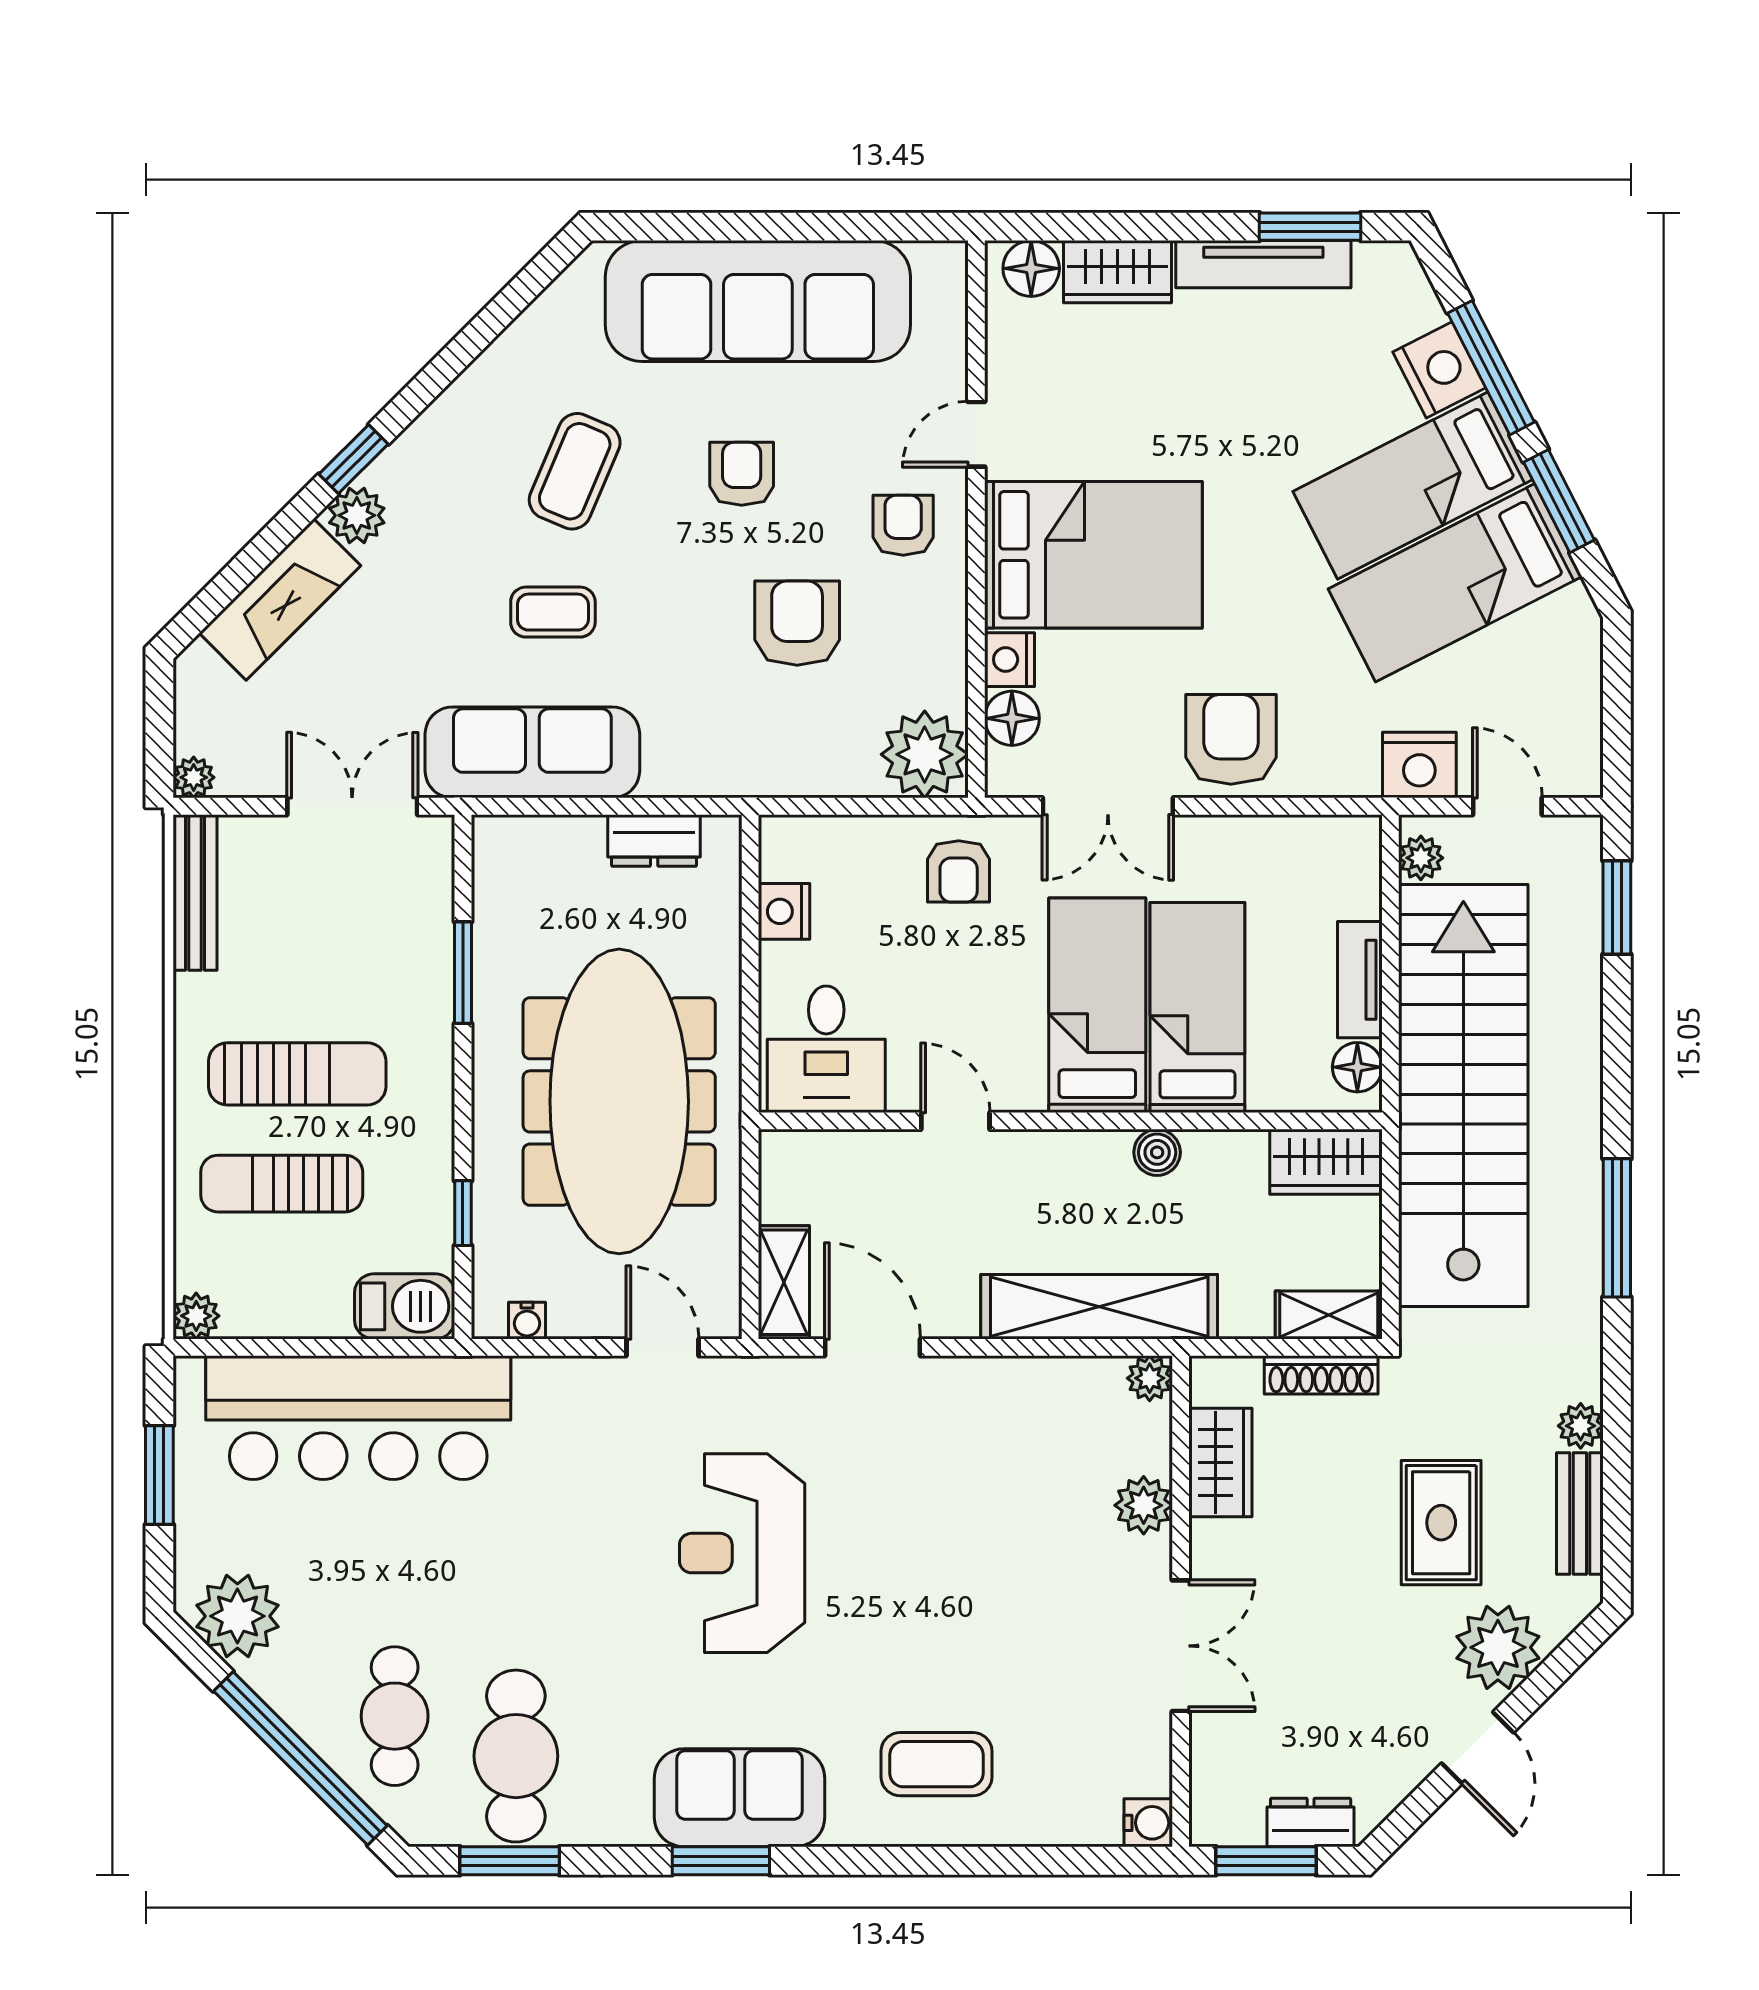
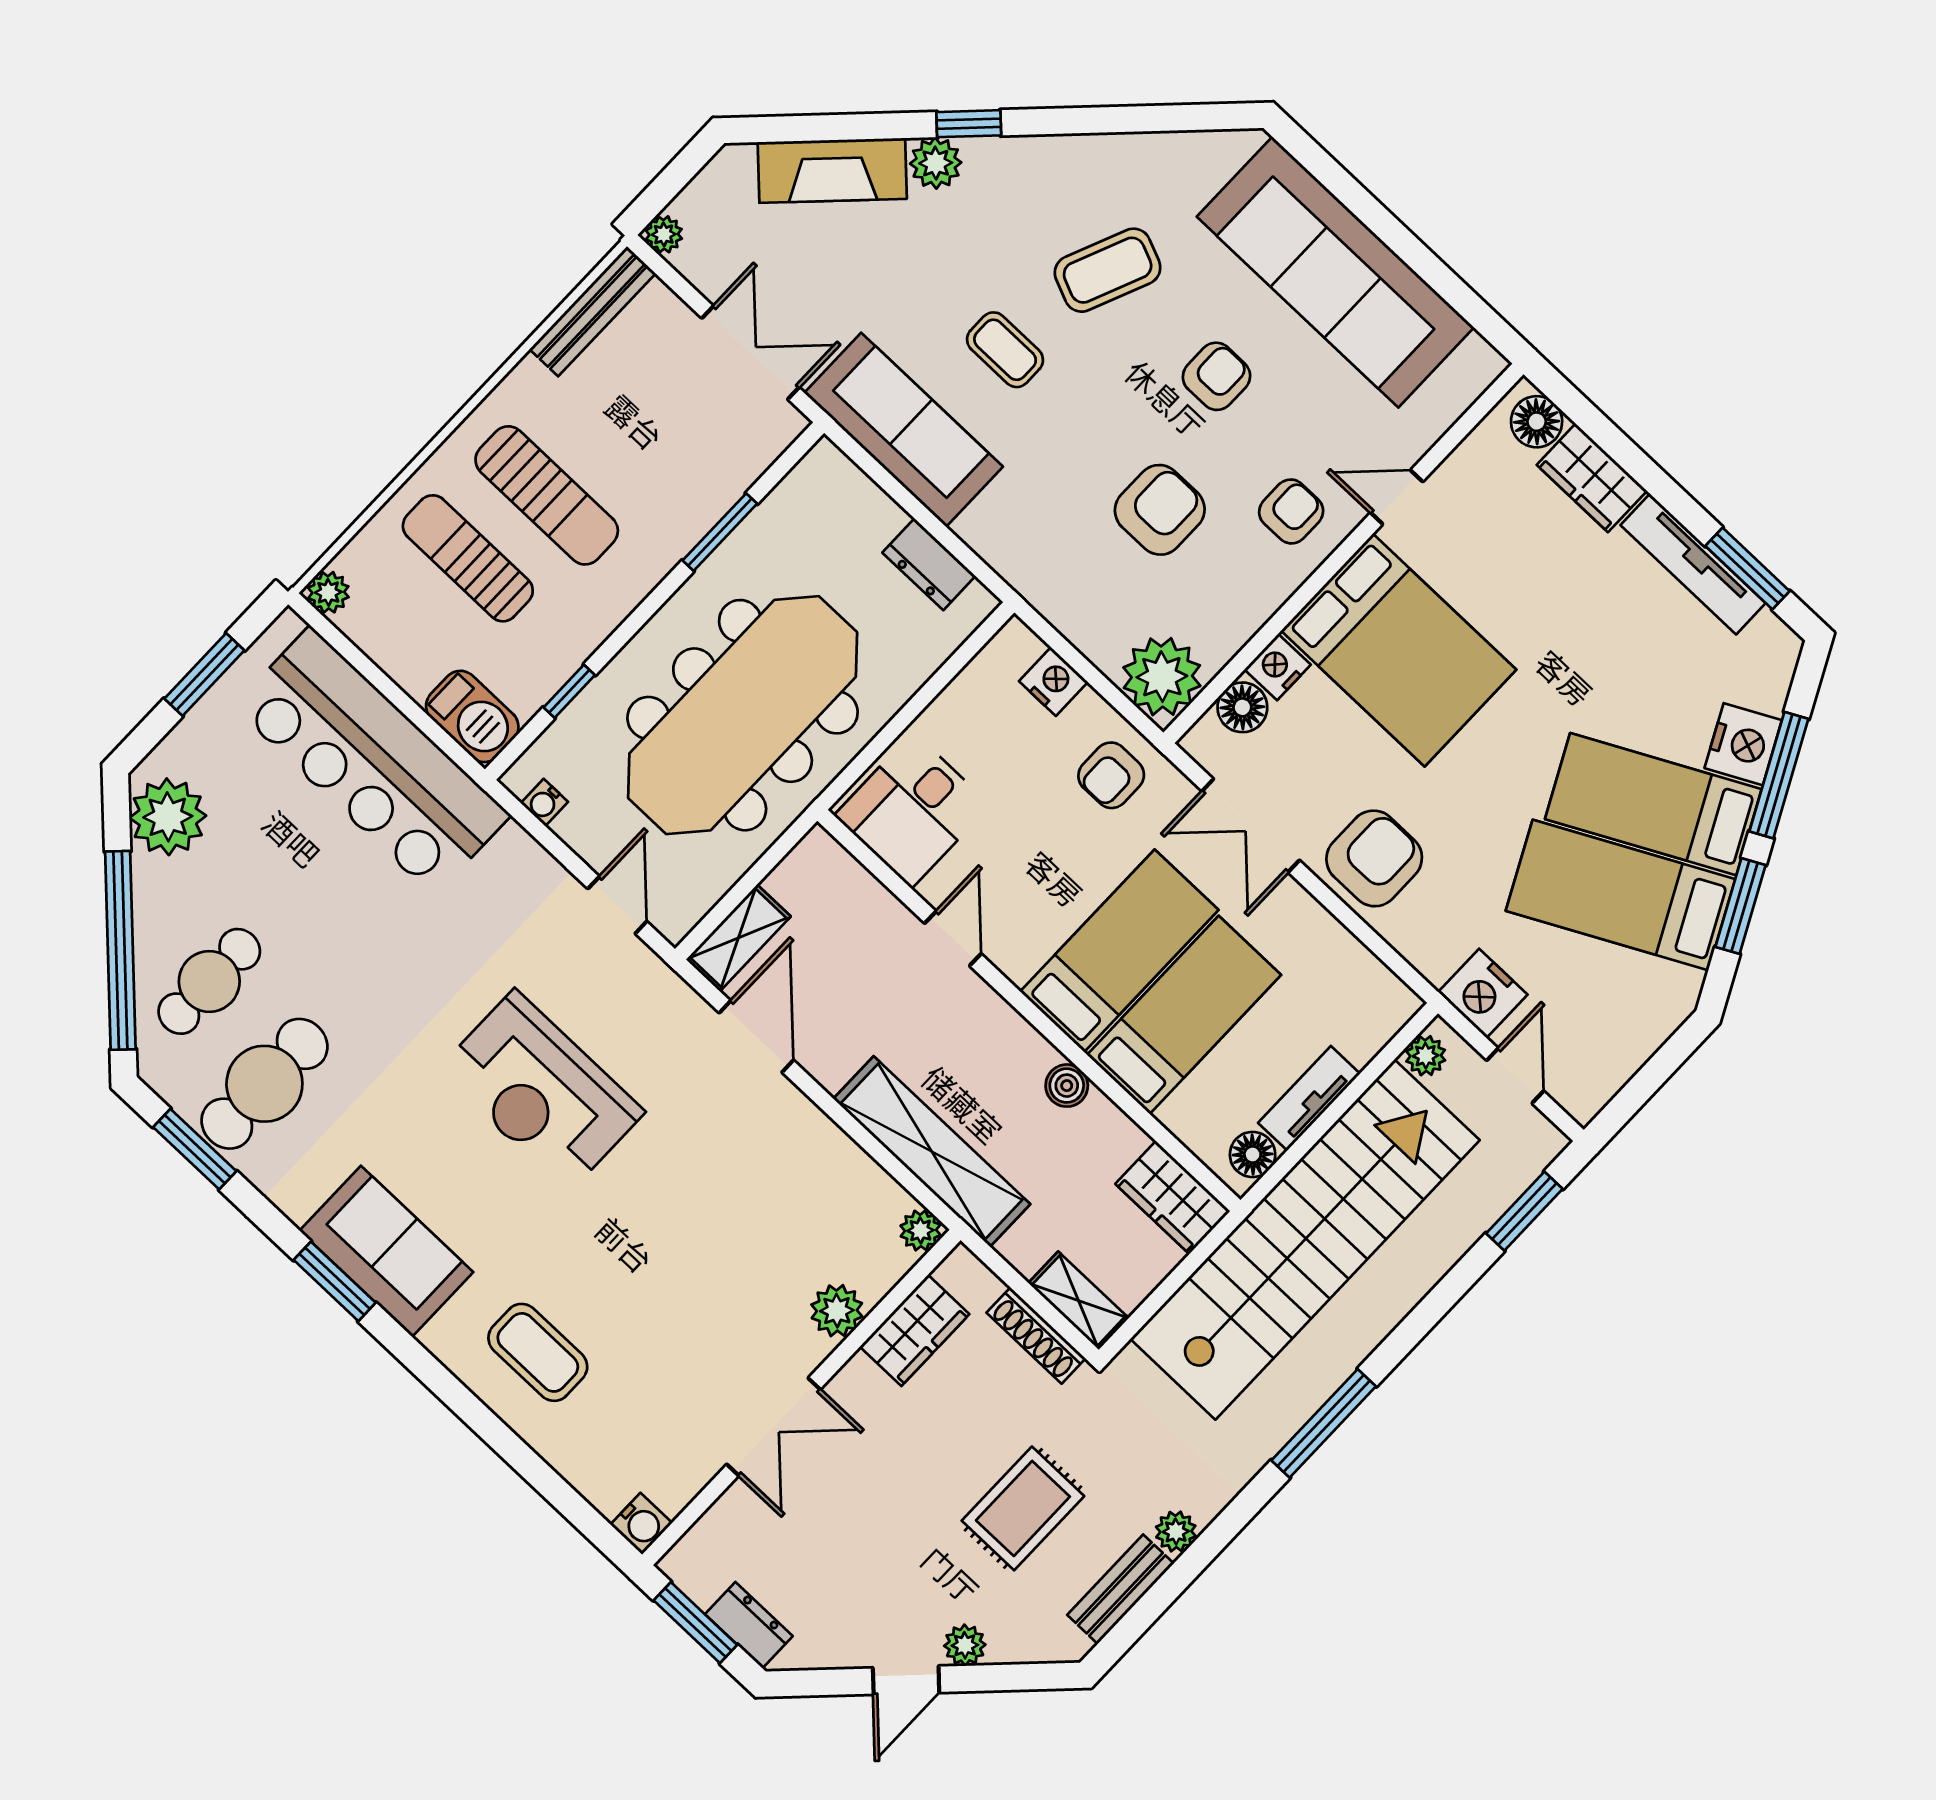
nightstand: (784, 911) -> (1053, 682), moved, turned 90
reception desk: (742, 1553) -> (541, 1091), turned -90
plant: (1498, 1647) -> (965, 1645), width x0.53, depth x0.53

